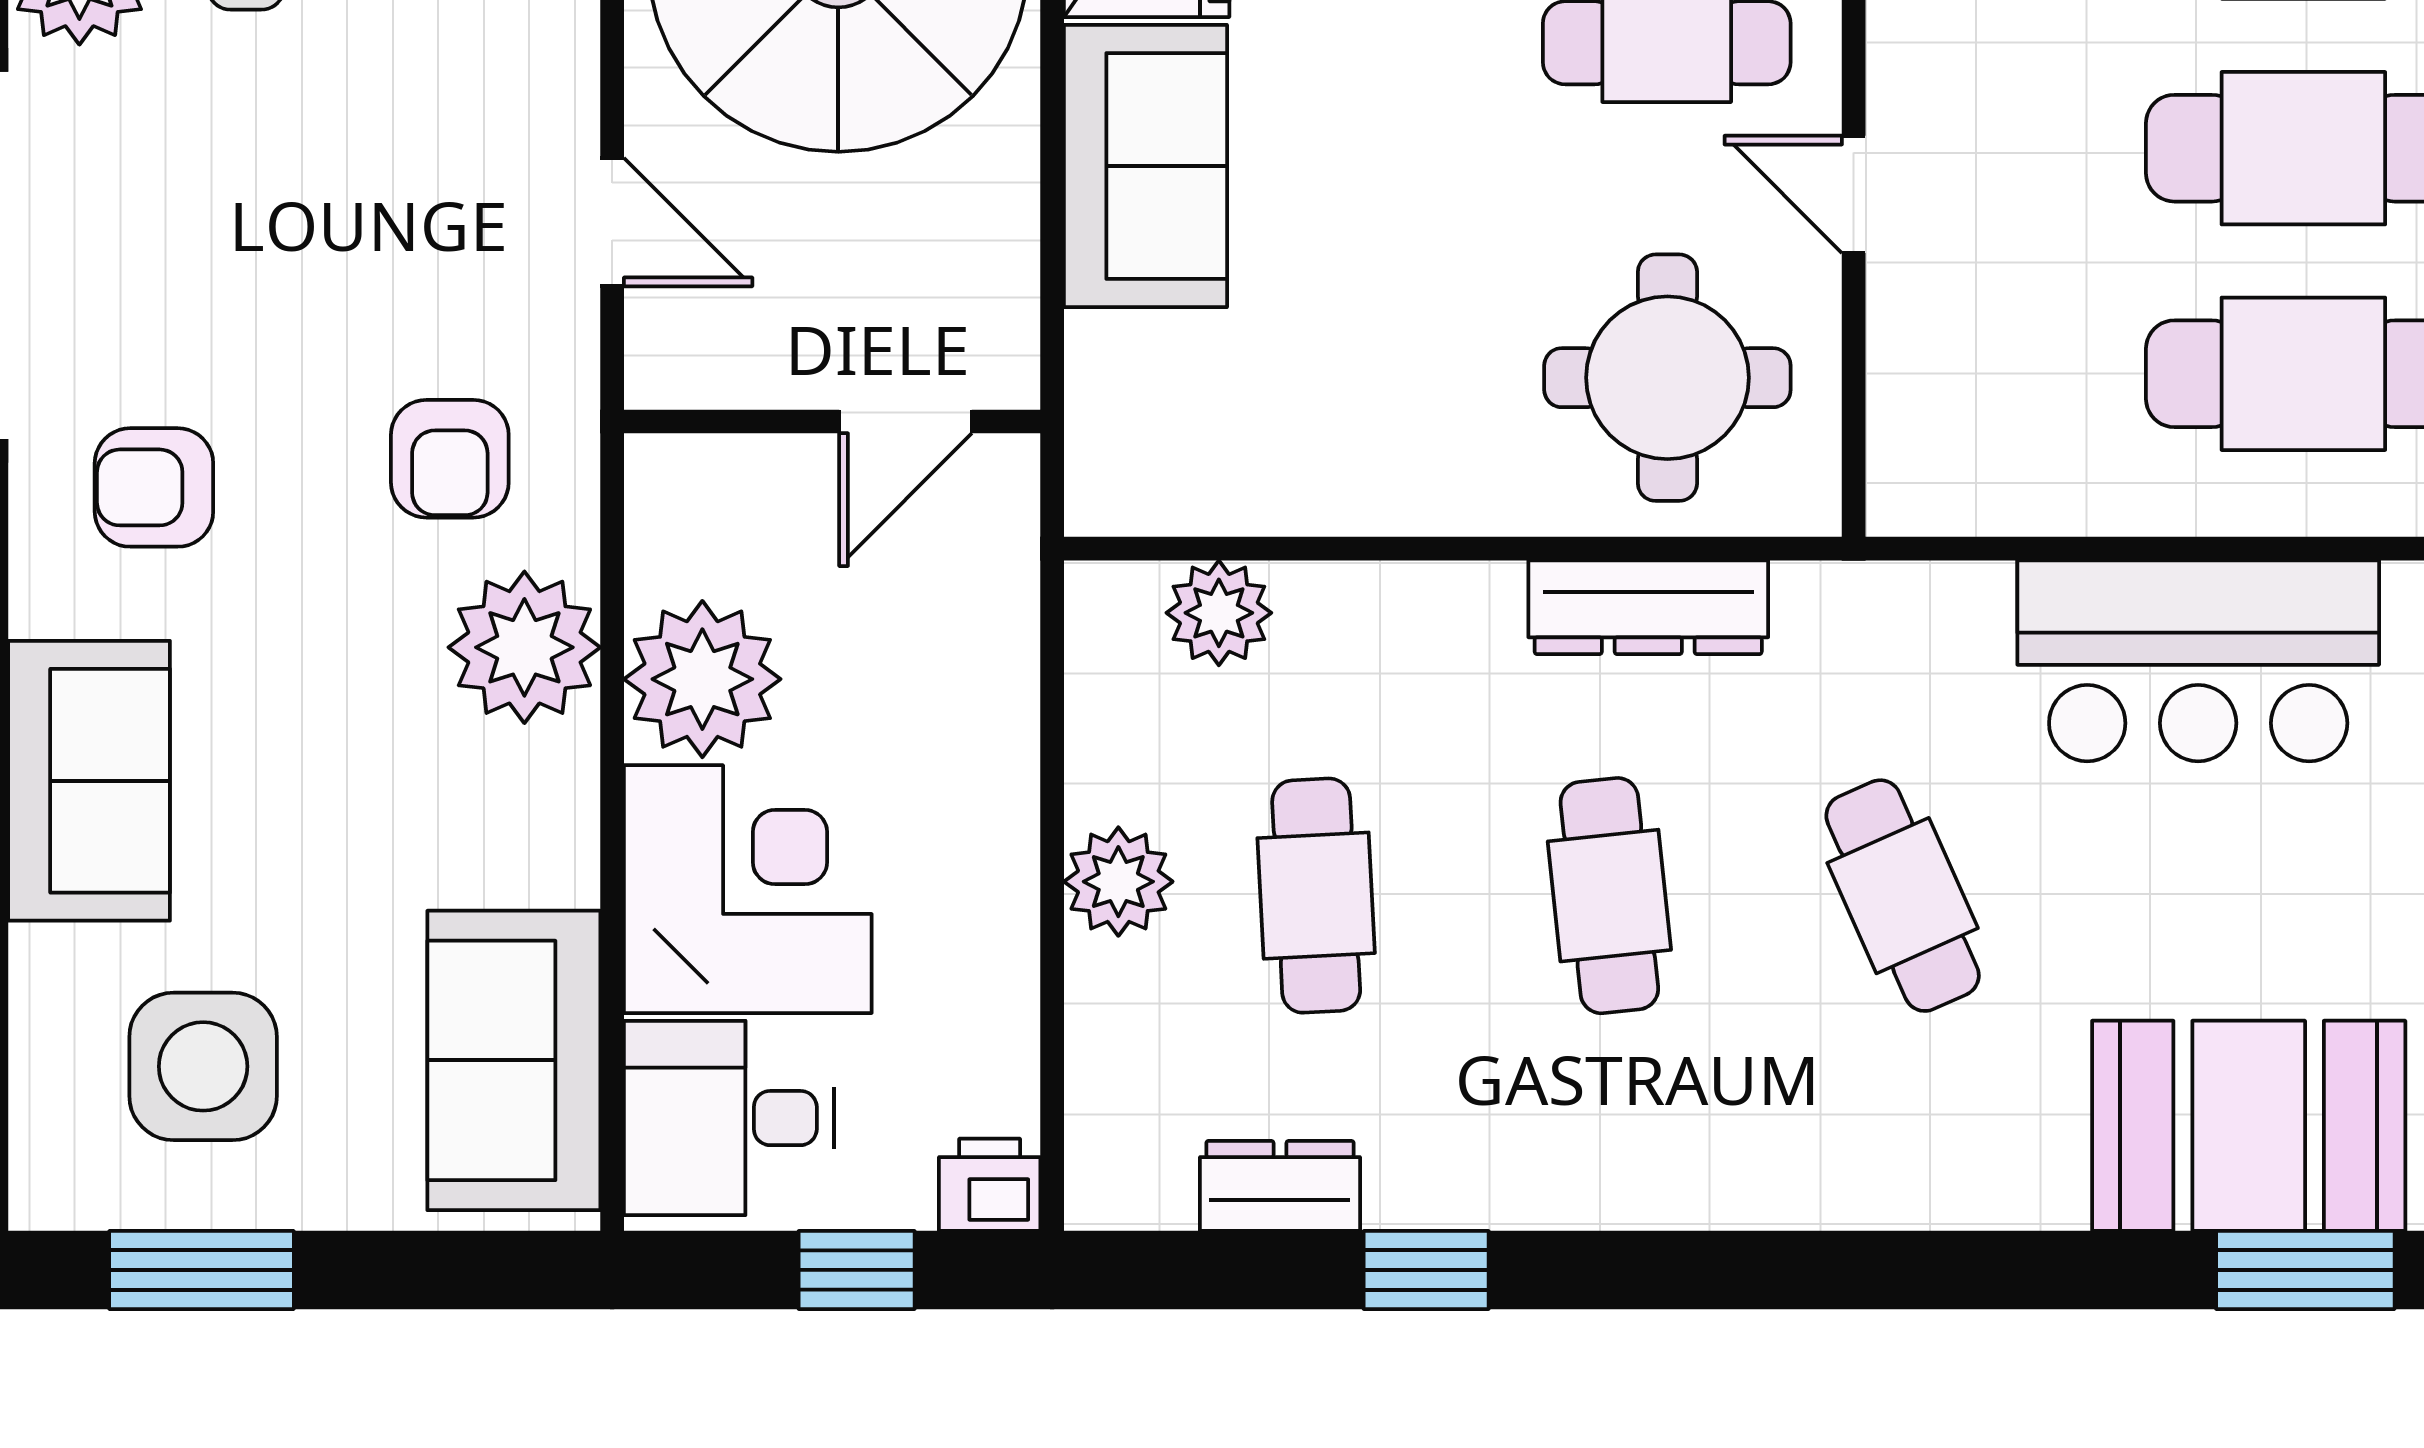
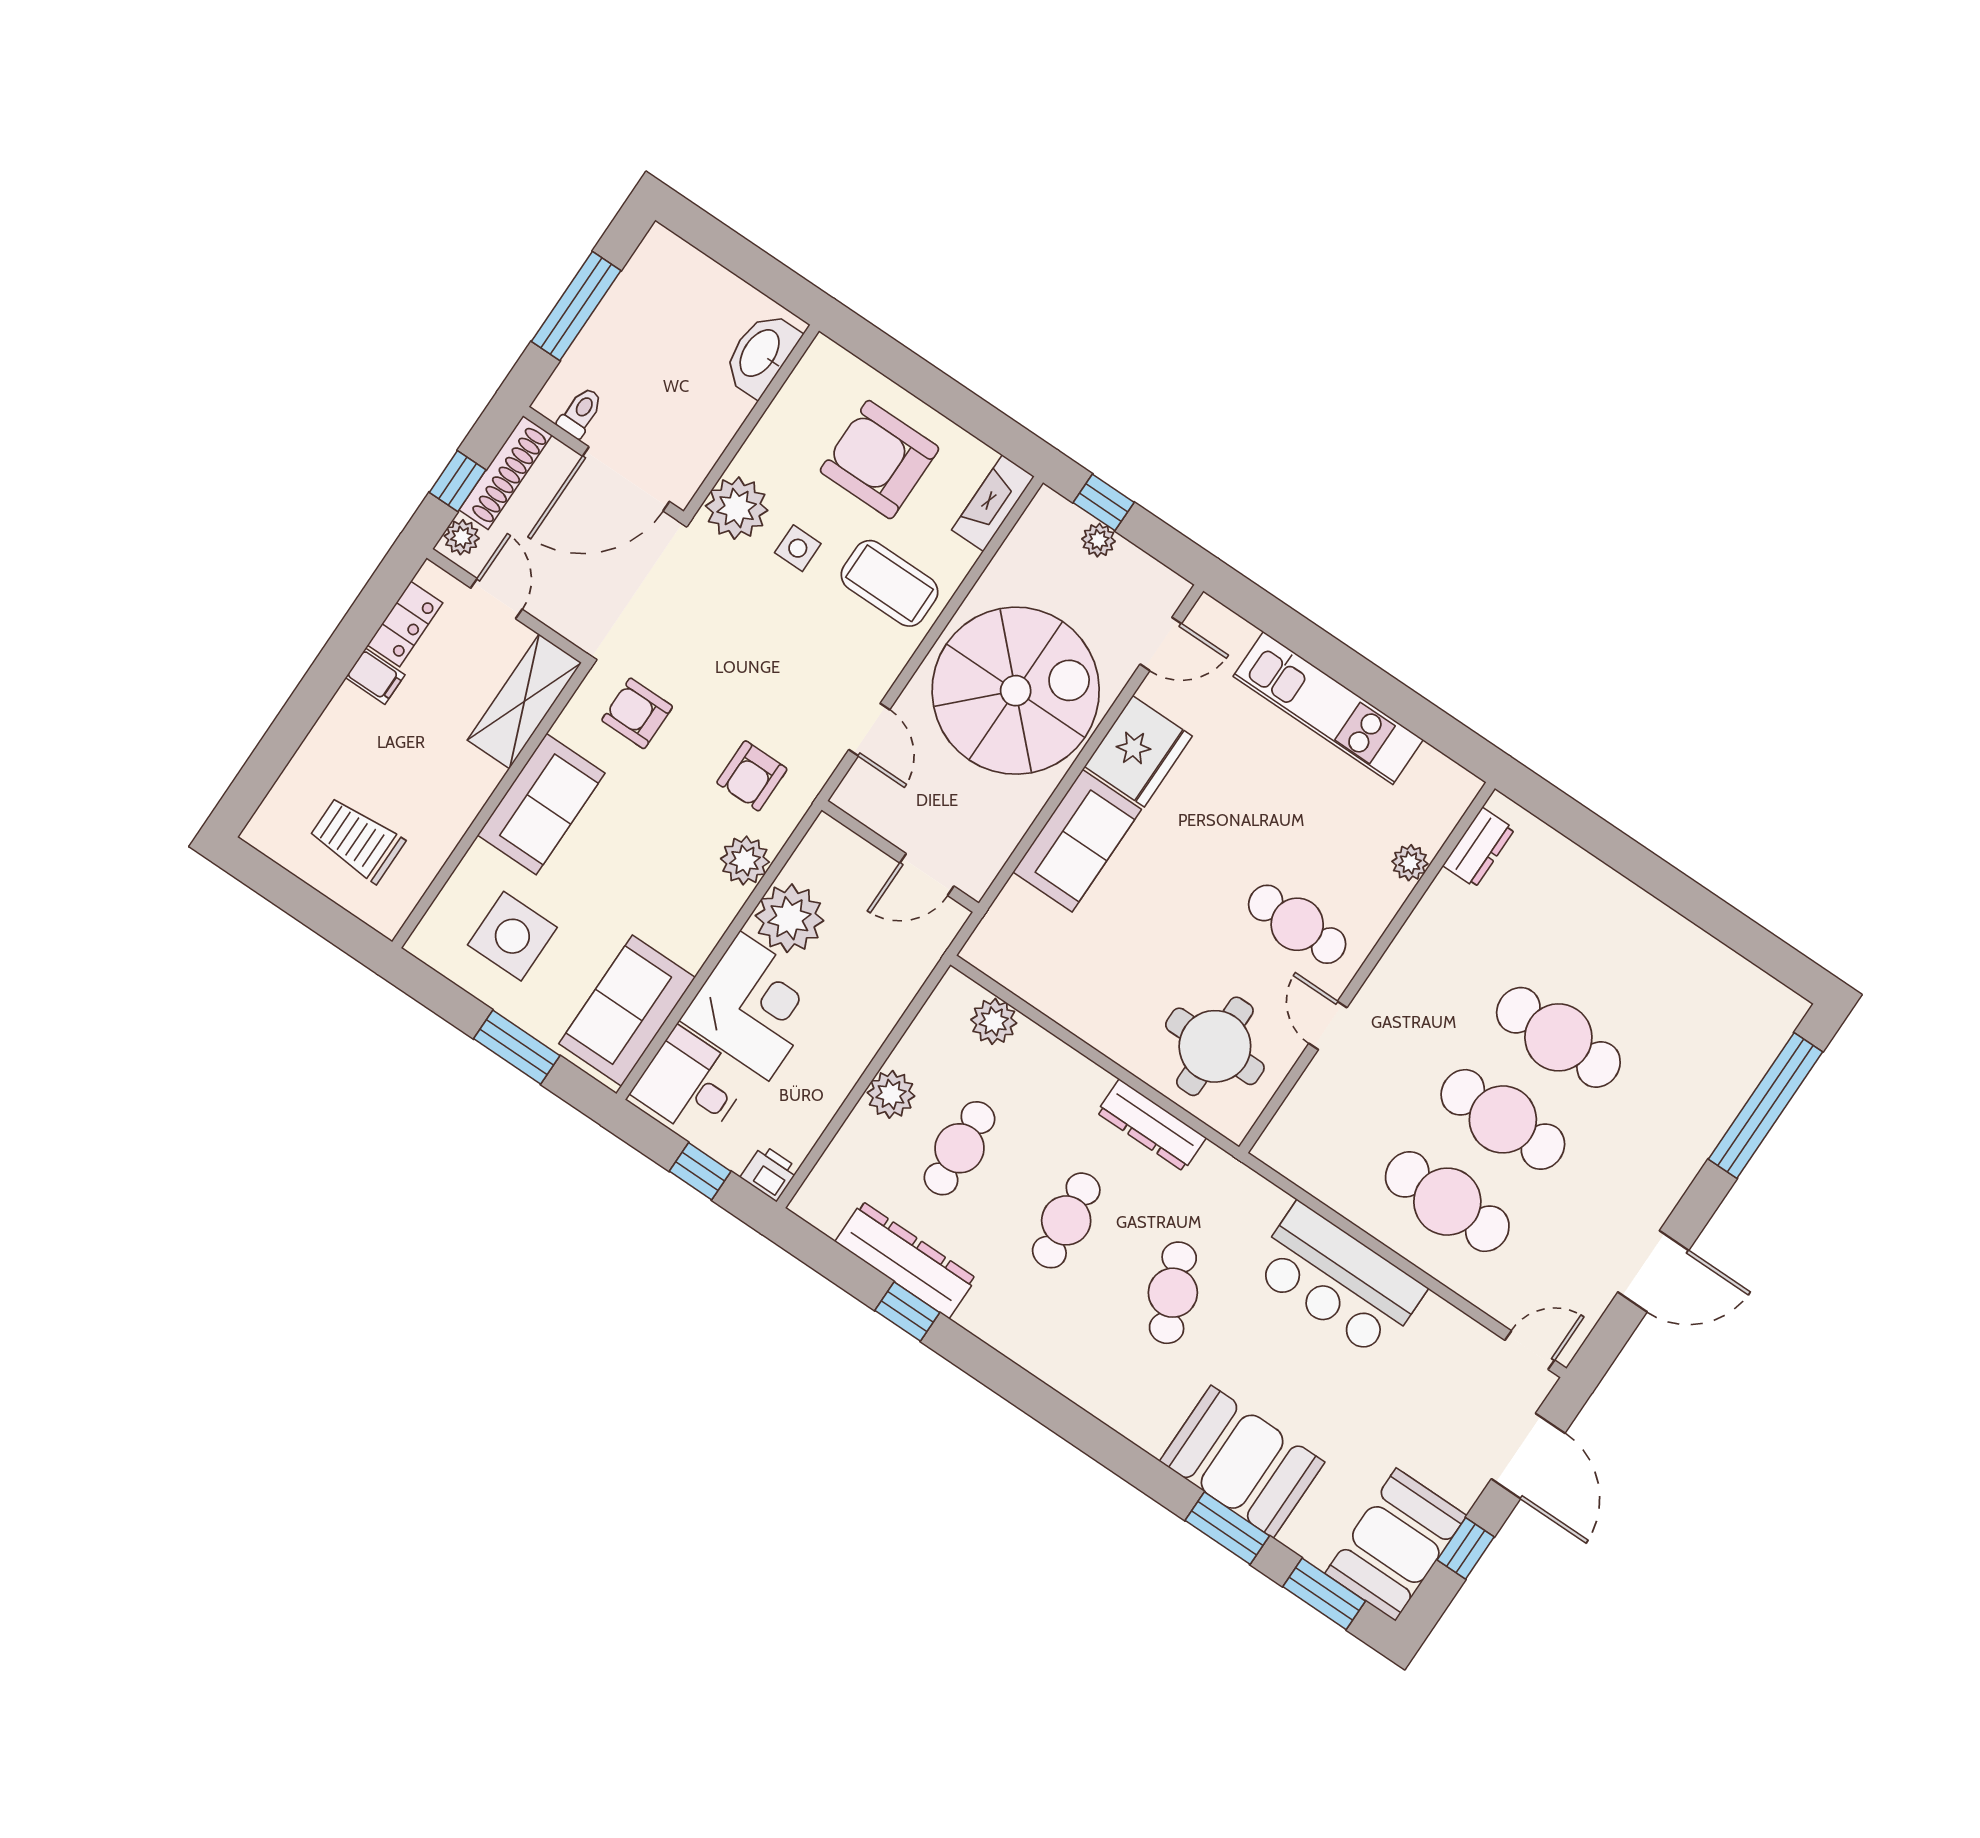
plant: (524, 647) -> (745, 860), width x0.73, depth x0.73
dresser: (1280, 1186) -> (906, 1260), width x1.96, depth x1.24
window: (202, 1270) -> (517, 1047), moved

